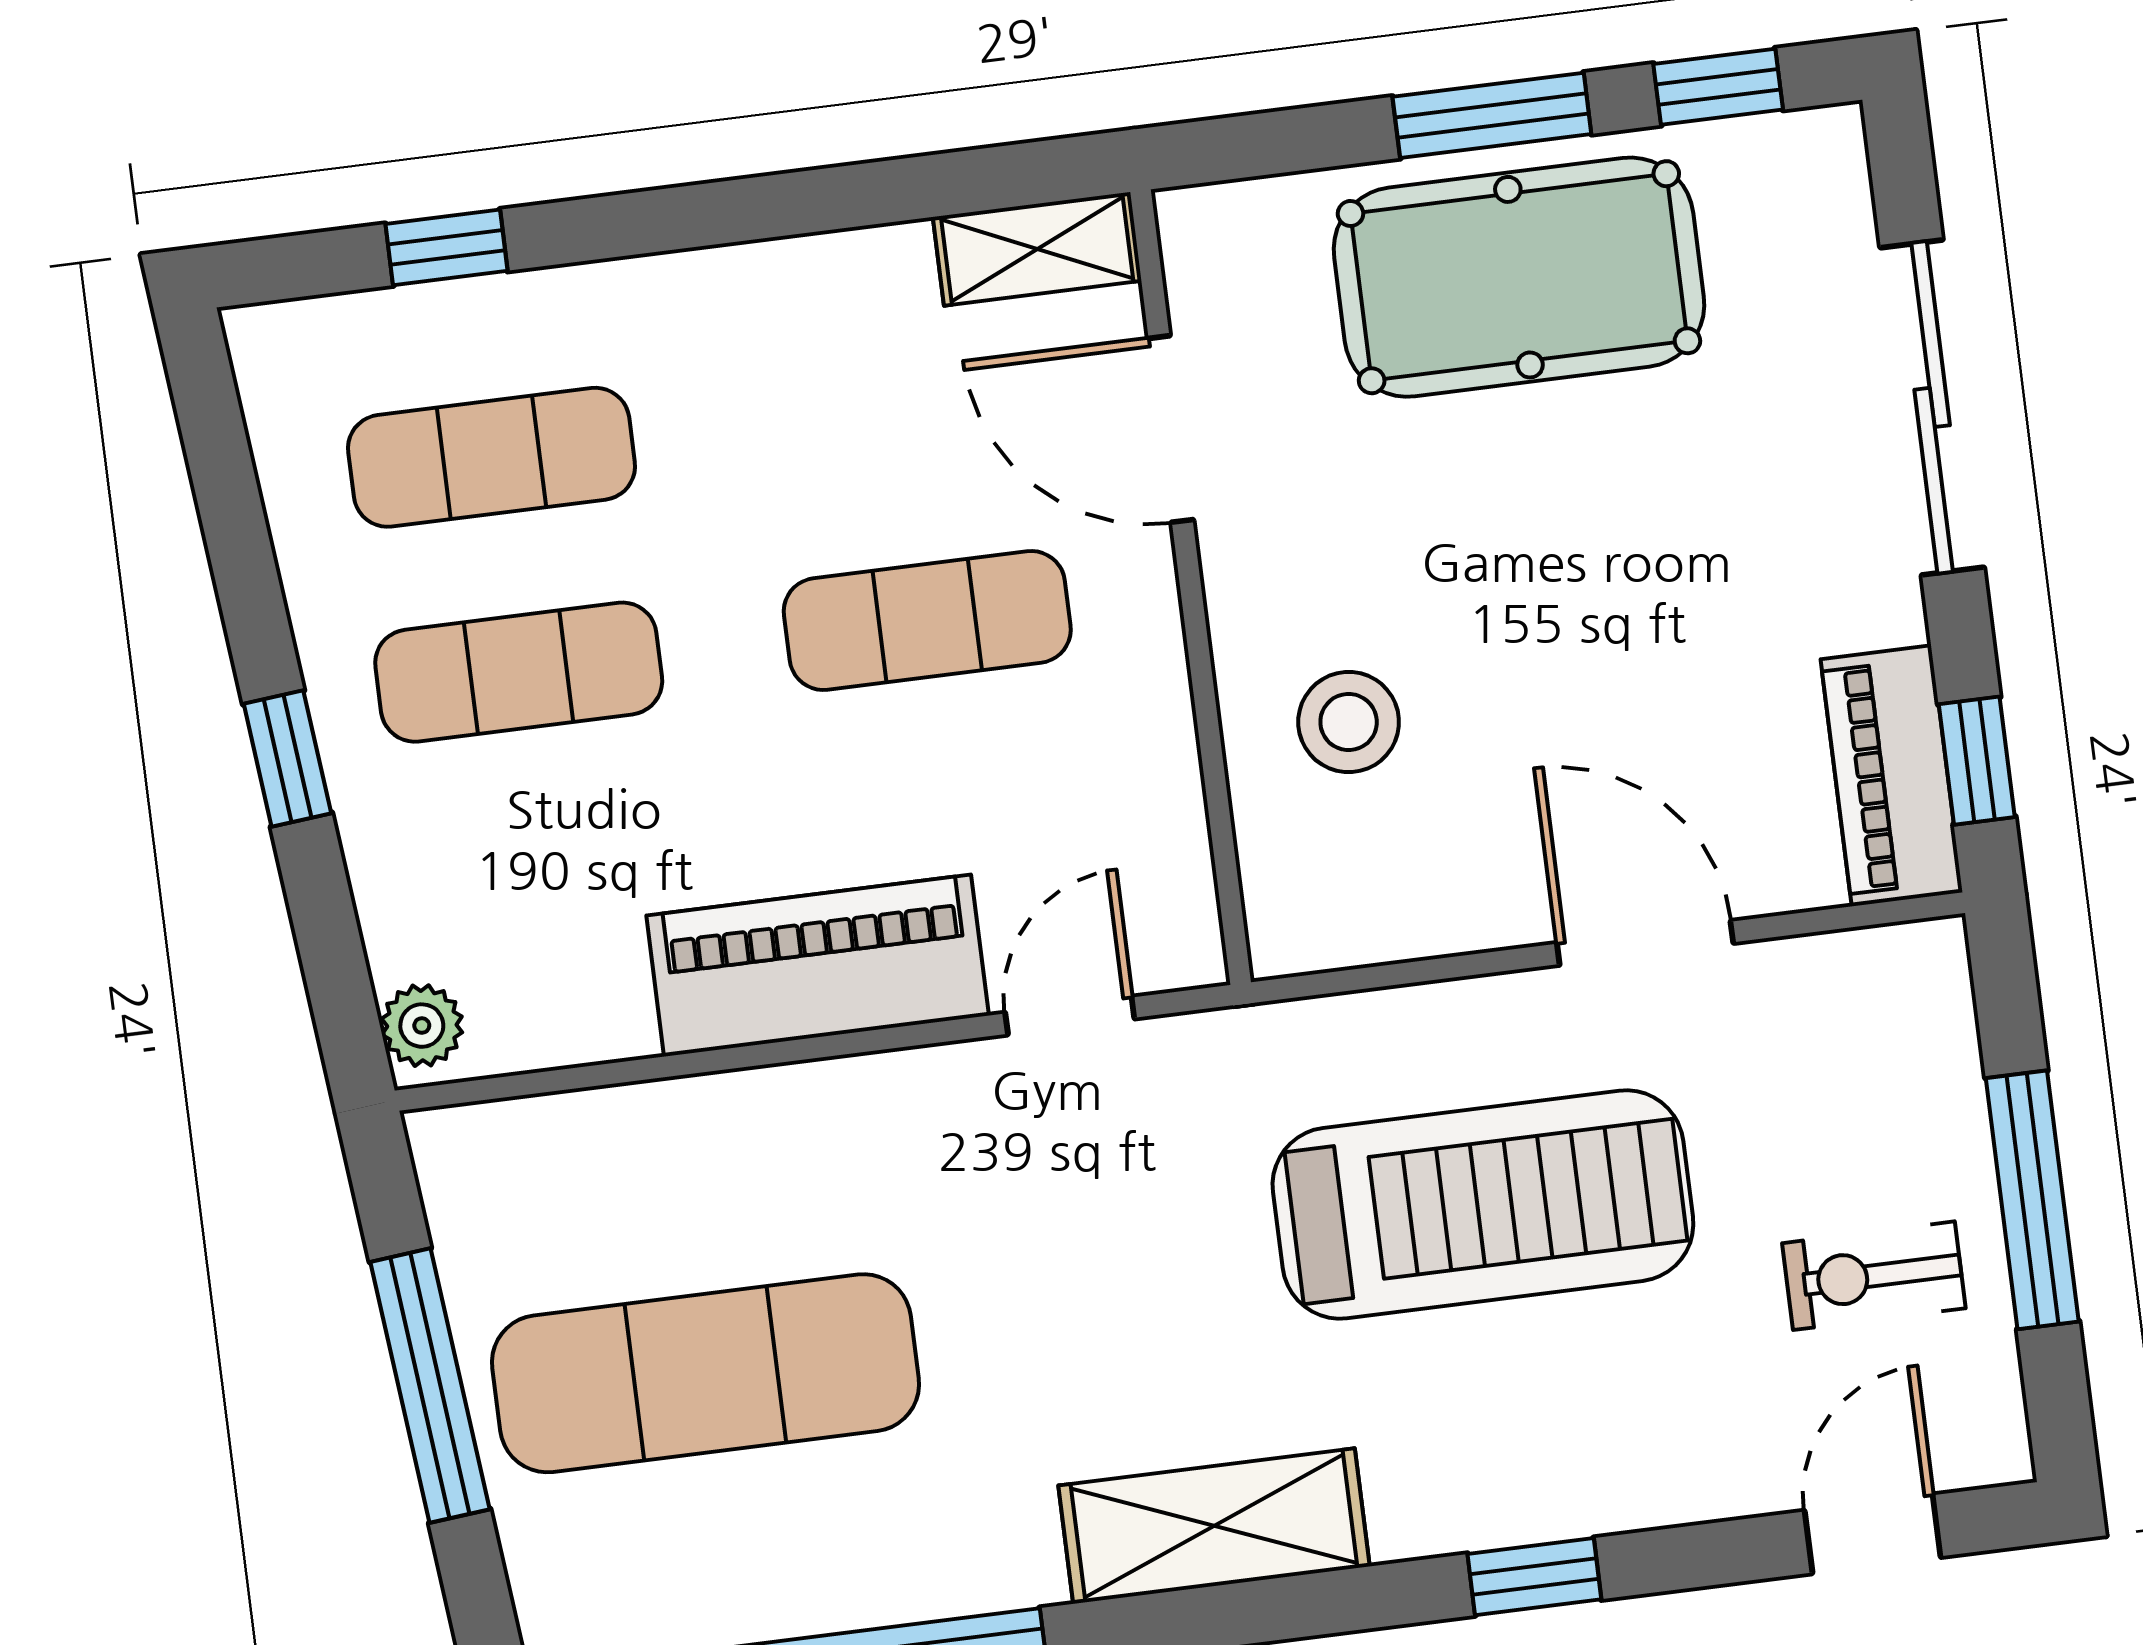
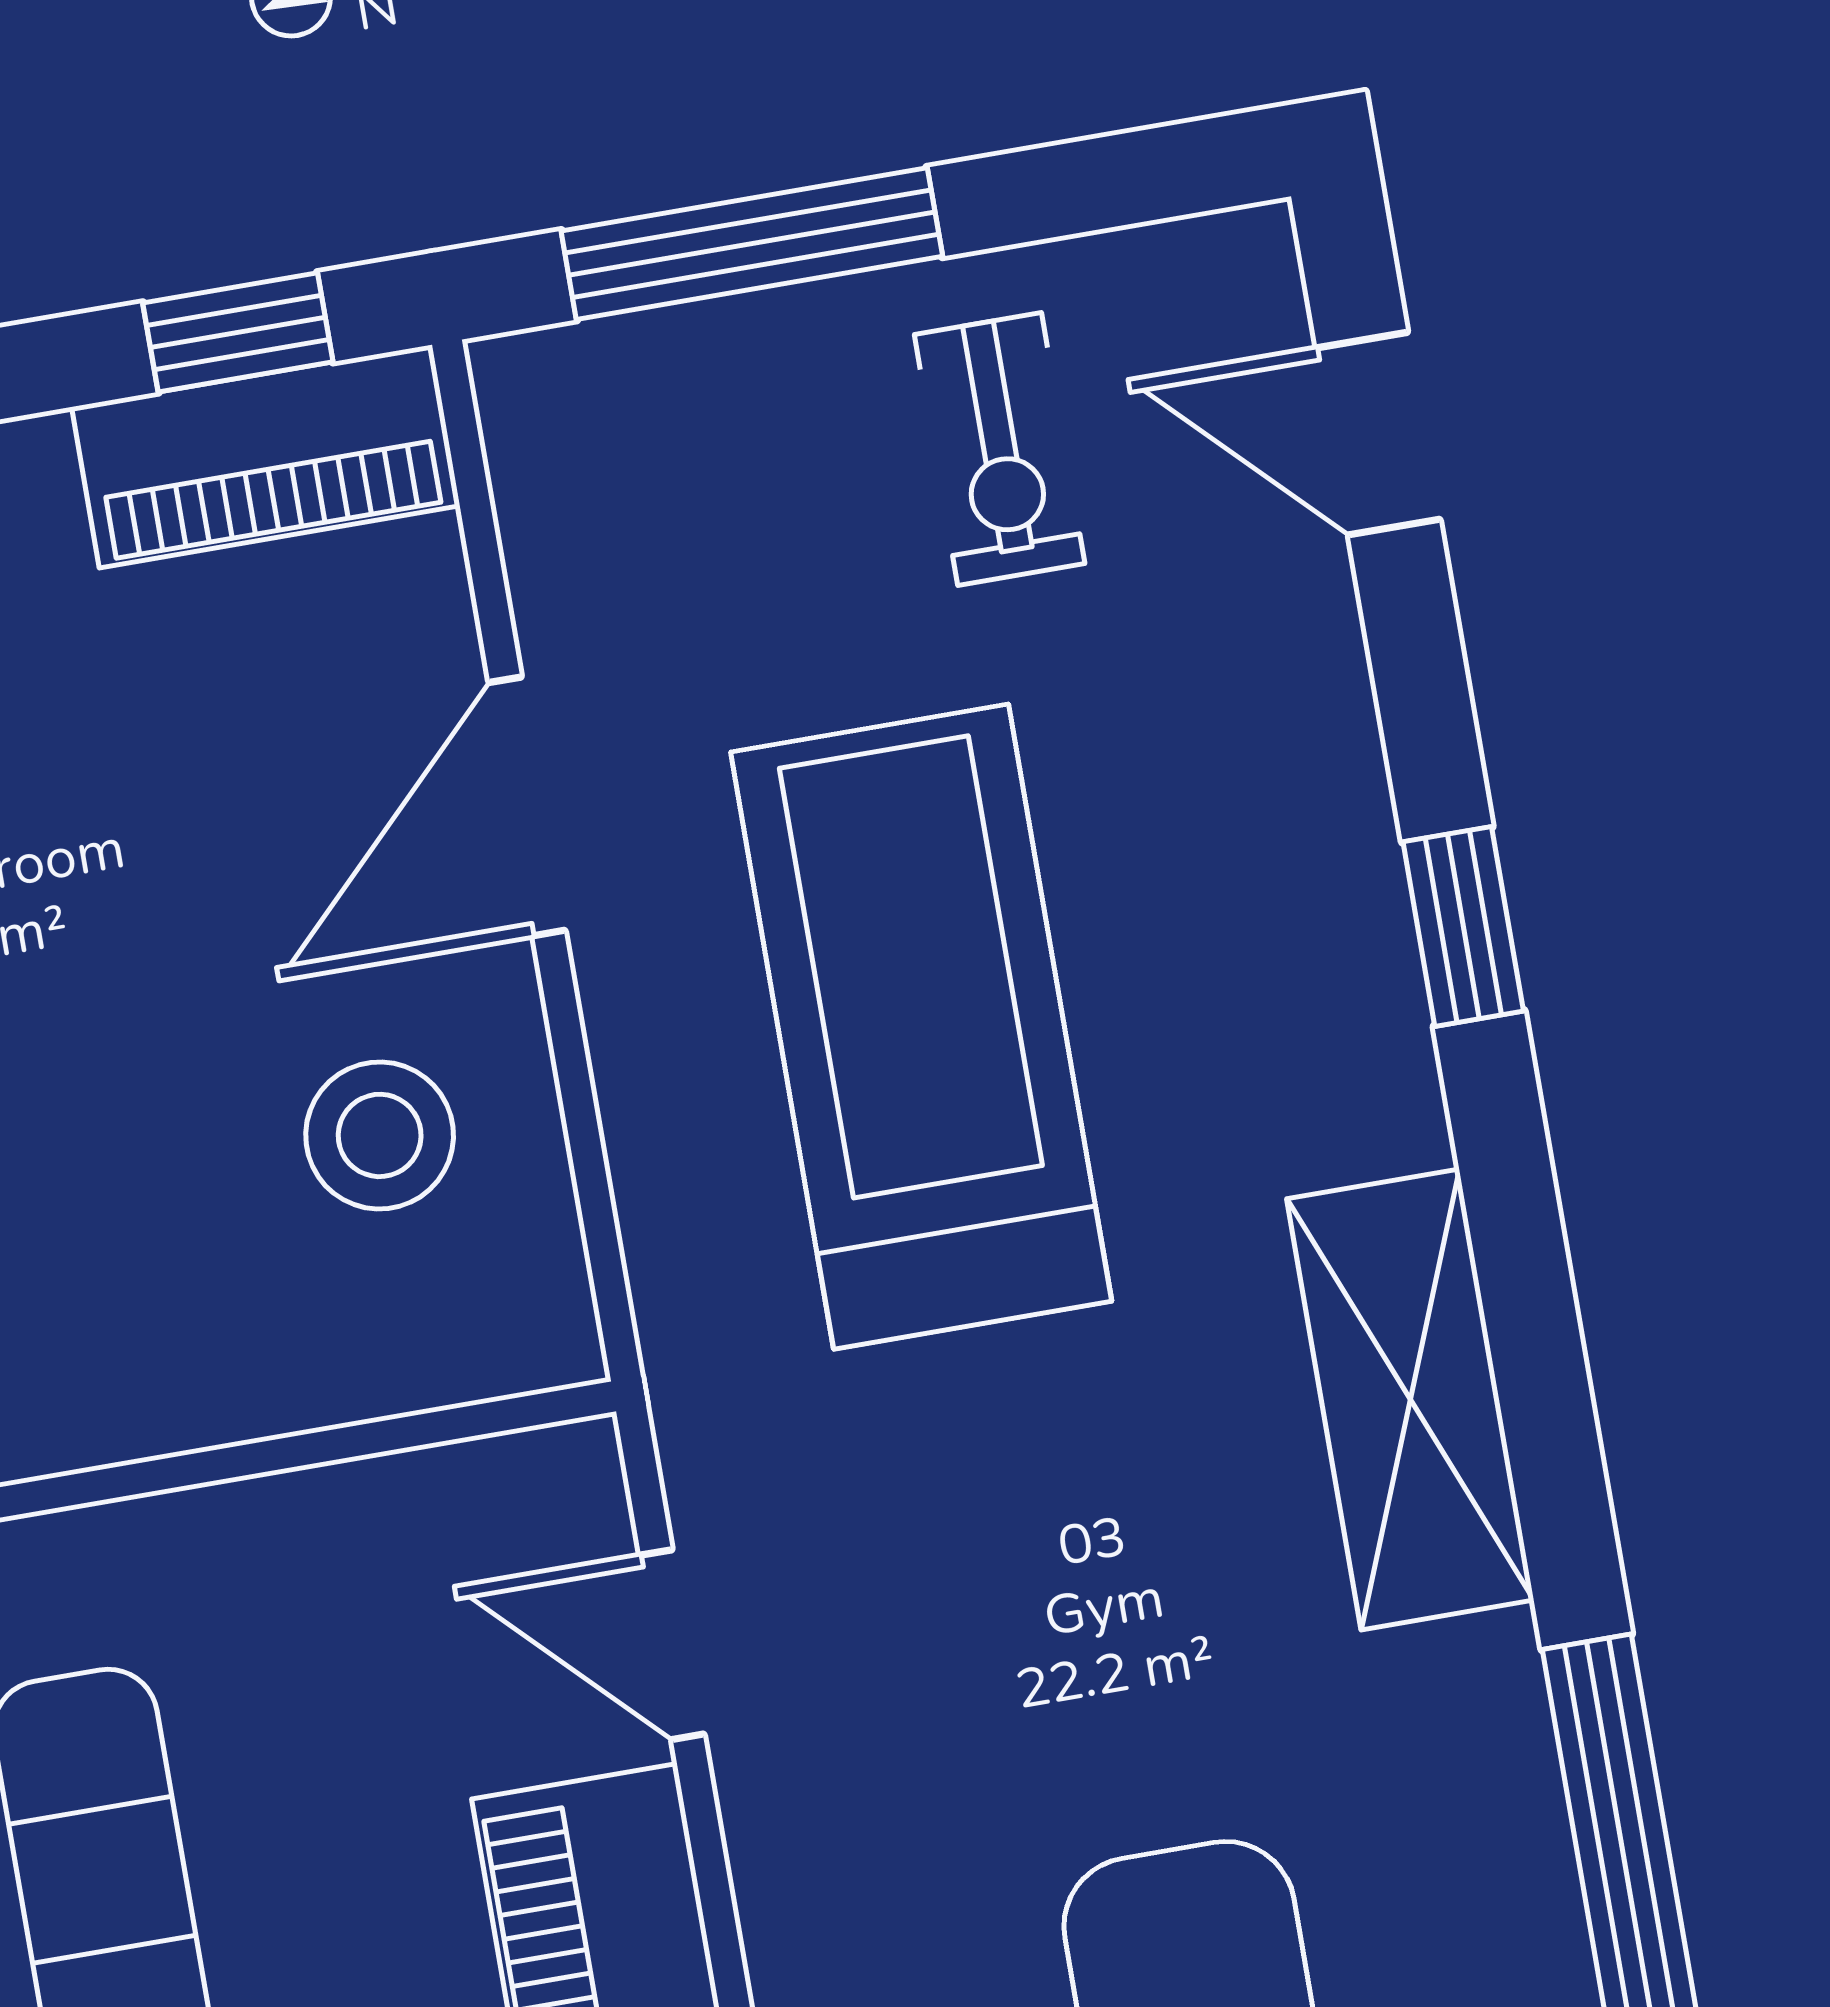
stool: (1349, 722) -> (380, 1135), moved
window: (2032, 1200) -> (752, 244), moved

